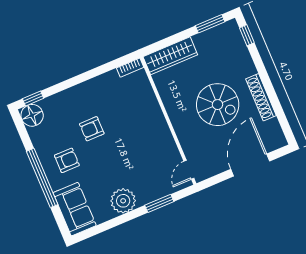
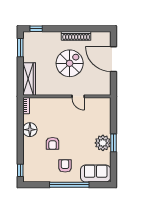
floor lamp: (32, 115) -> (30, 130), moved
door: (189, 170) -> (78, 96), moved
window: (159, 203) -> (113, 143), moved

